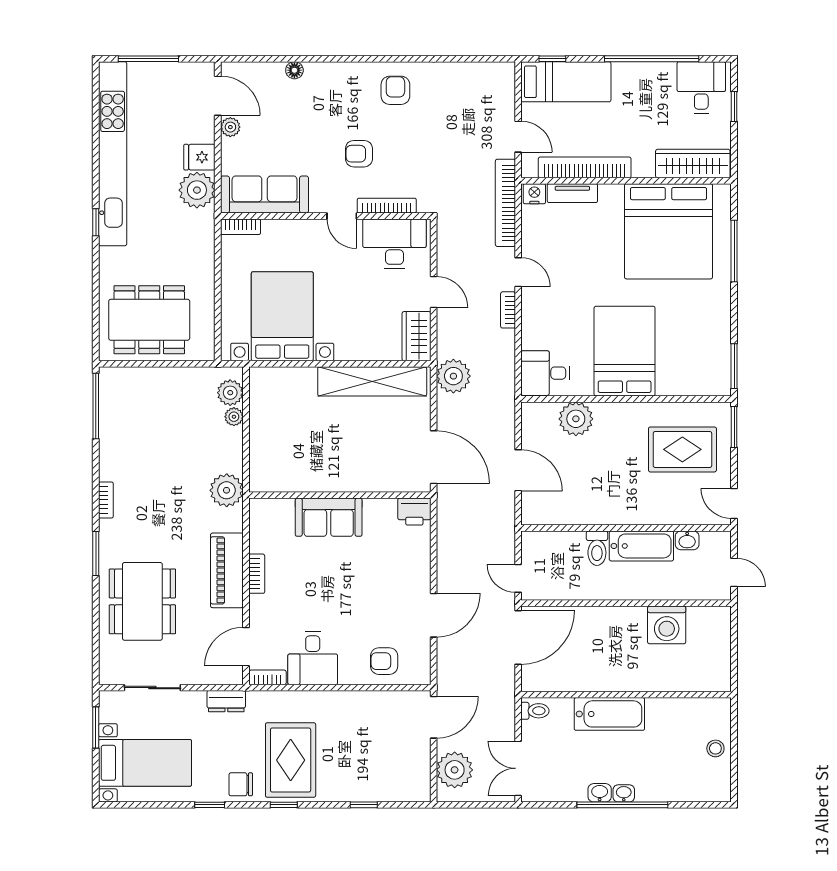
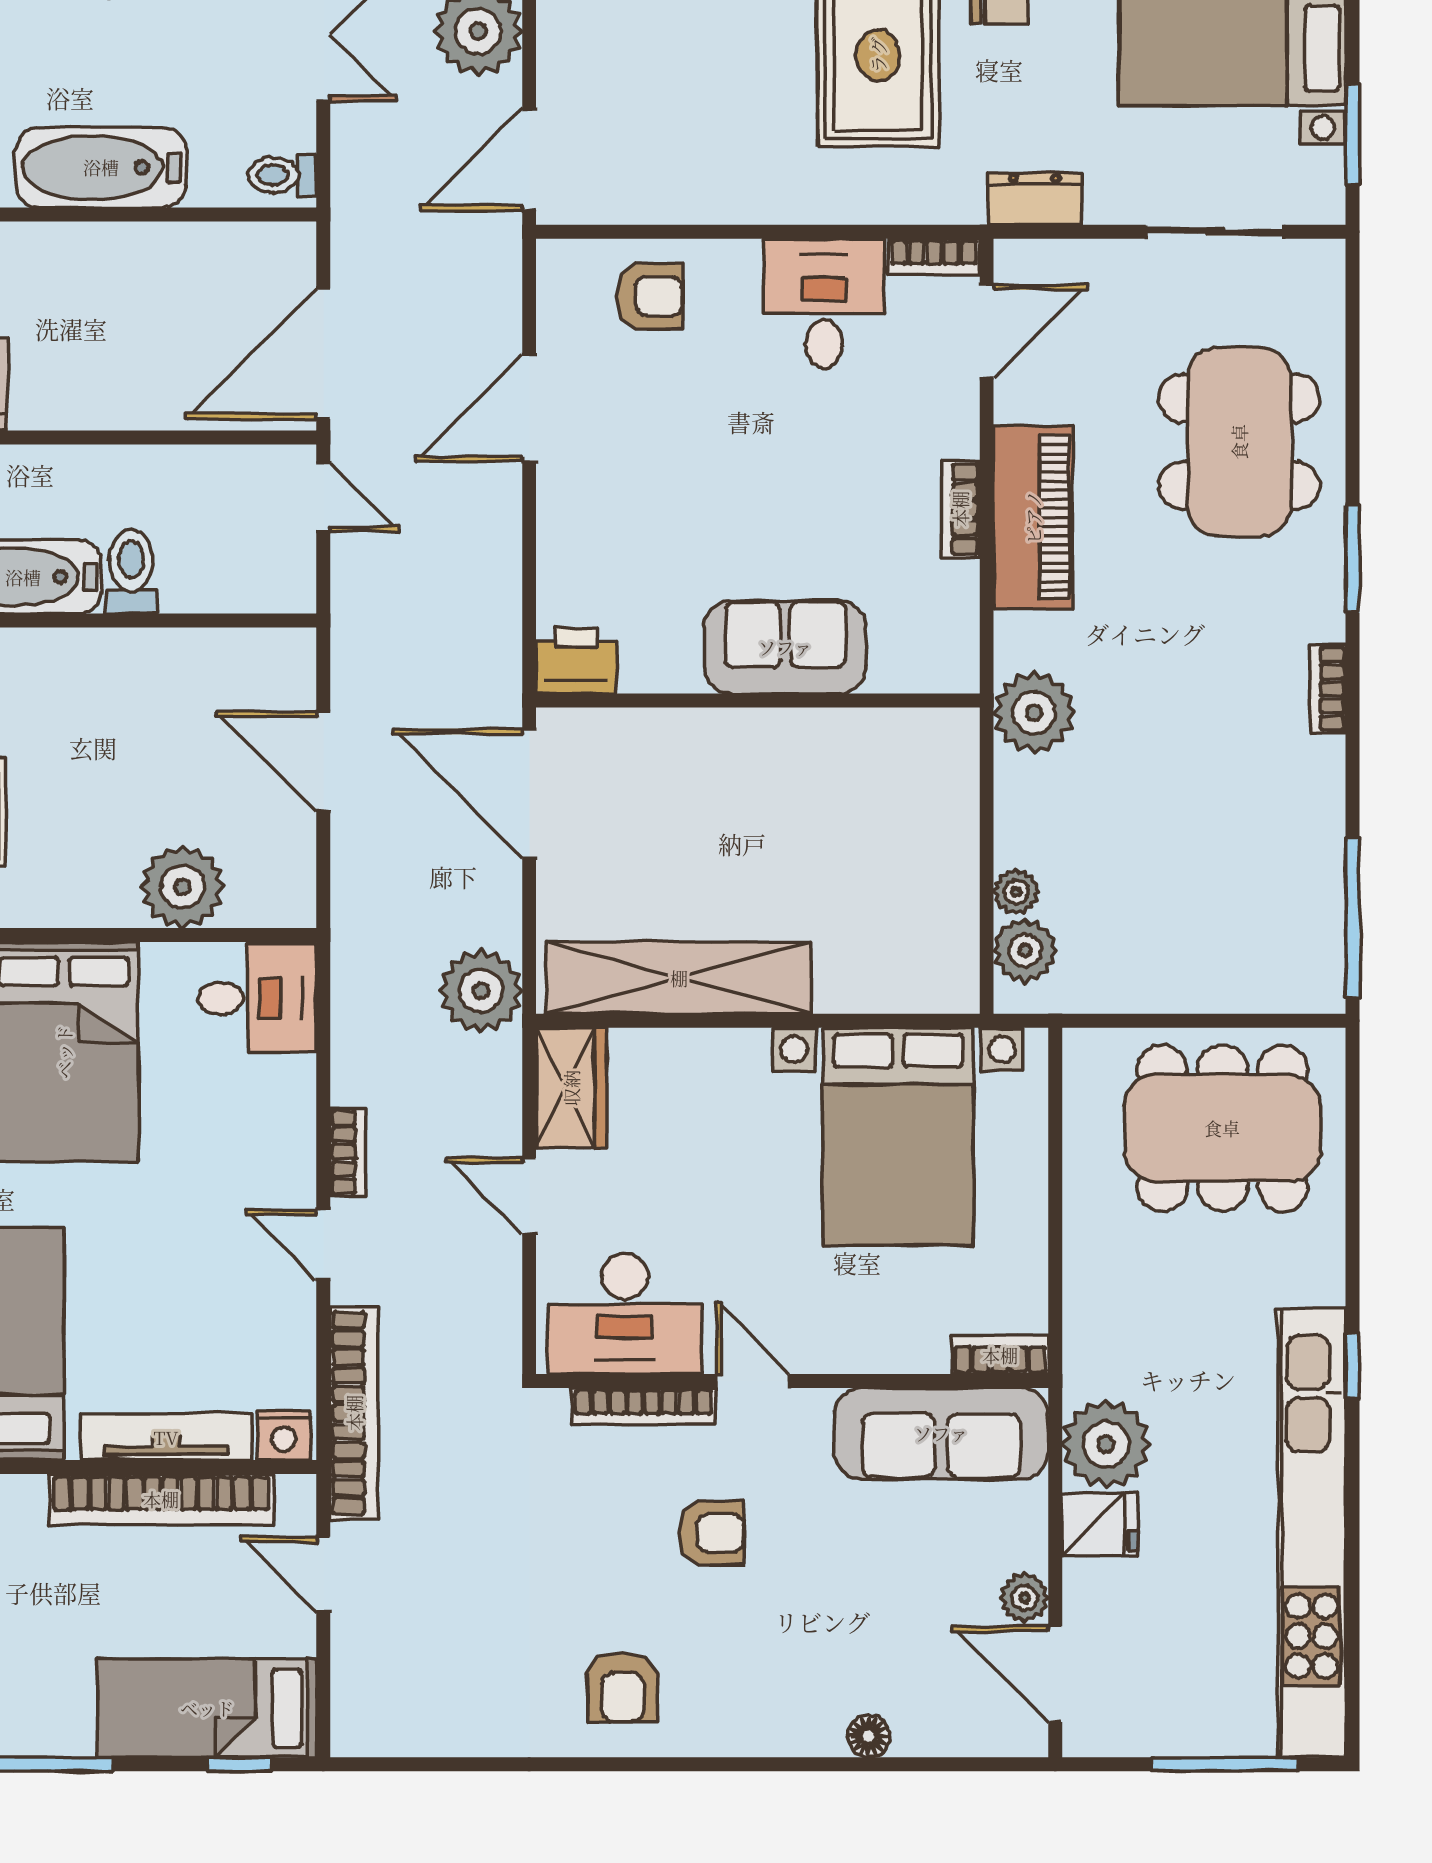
tv unit: (572, 193) -> (166, 1437), width x1.41

